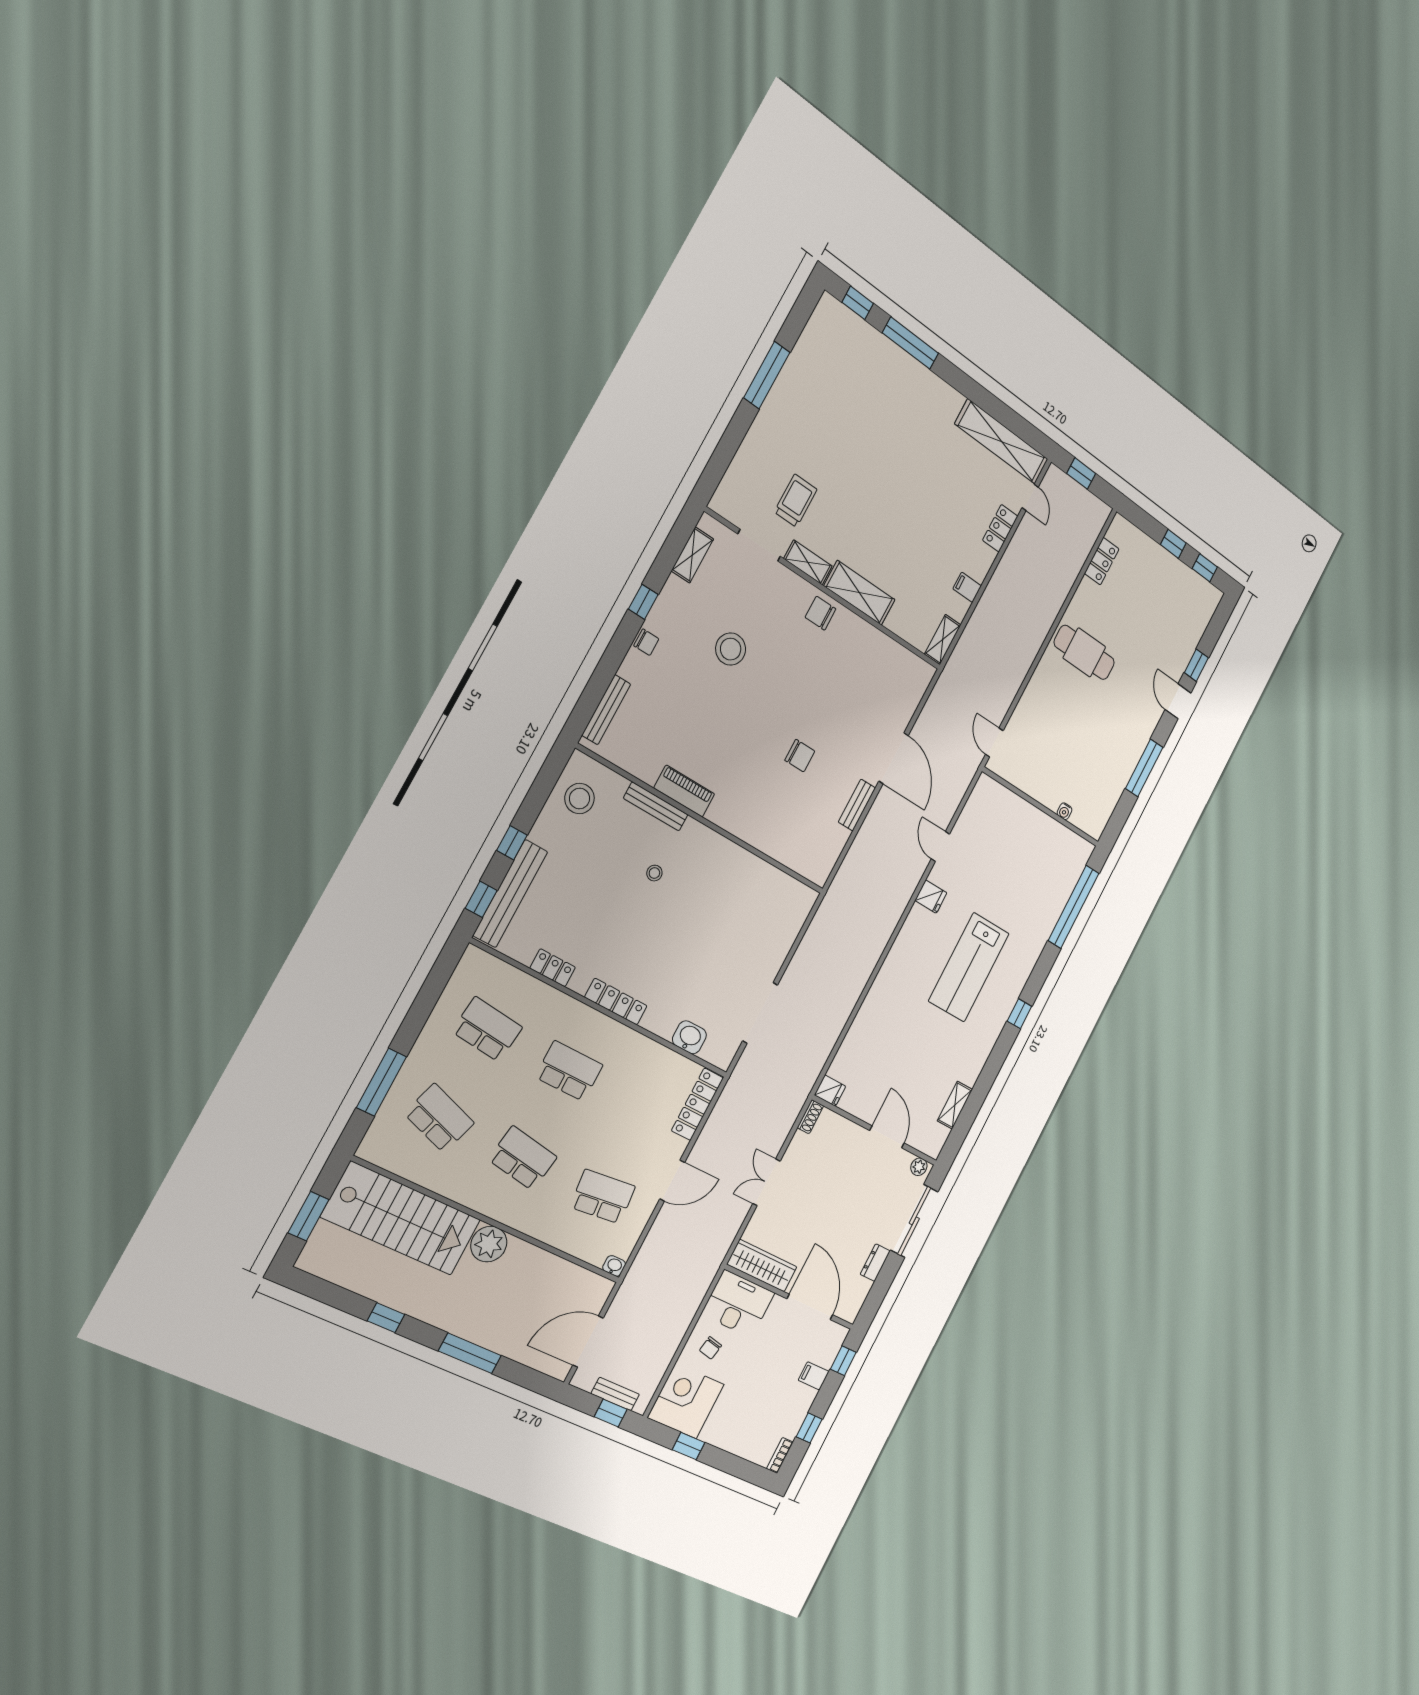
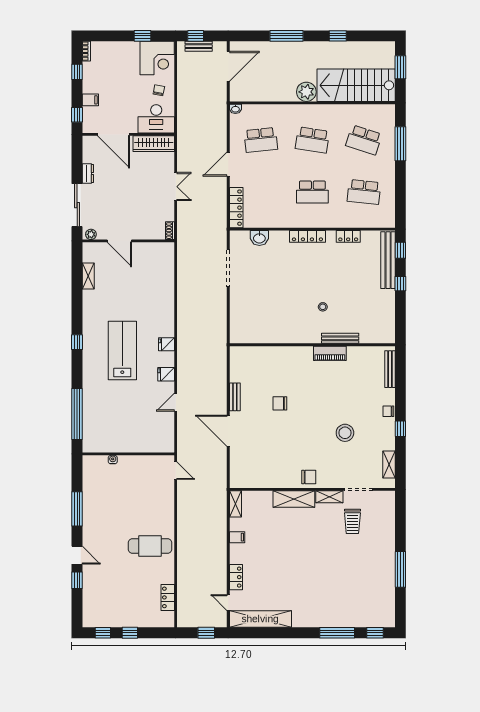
stool: (579, 799) -> (380, 321), removed
door: (940, 847) -> (176, 402), swing flipped
fridge: (830, 1091) -> (166, 344), moved

